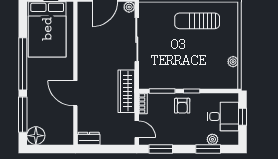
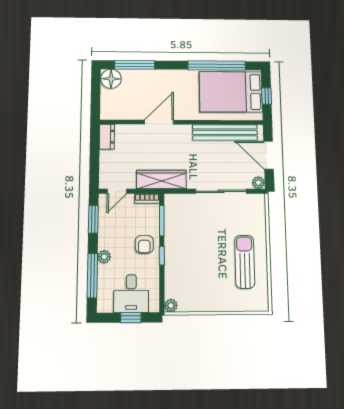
bench: (84, 35) -> (225, 132), added
plant: (233, 62) -> (171, 306), moved
window: (23, 64) -> (217, 66), moved
armchair: (182, 106) -> (144, 244), turned -90
plant: (212, 139) -> (104, 257), moved
window: (208, 149) -> (92, 276), width x1.44

